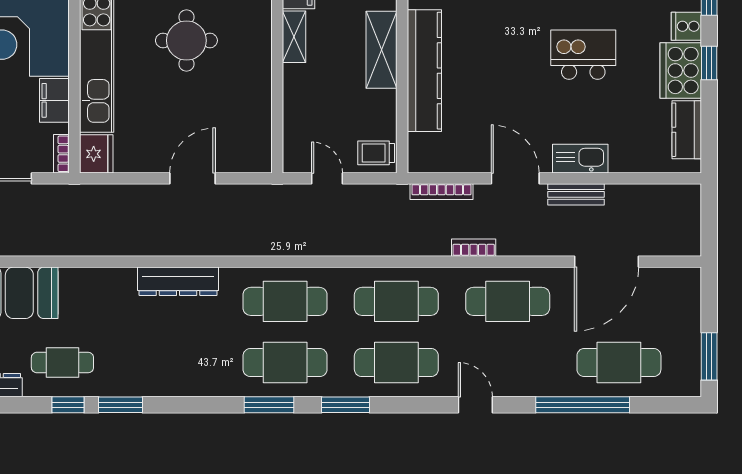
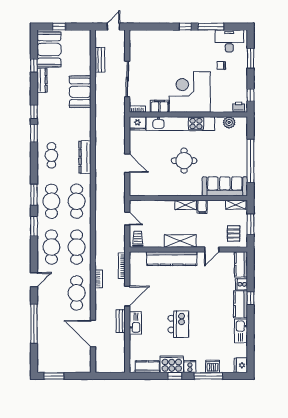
door: (327, 178) -> (127, 219), hinge flipped
cafe table: (62, 363) -> (51, 155), moved
cafe table: (619, 363) -> (51, 339), removed

